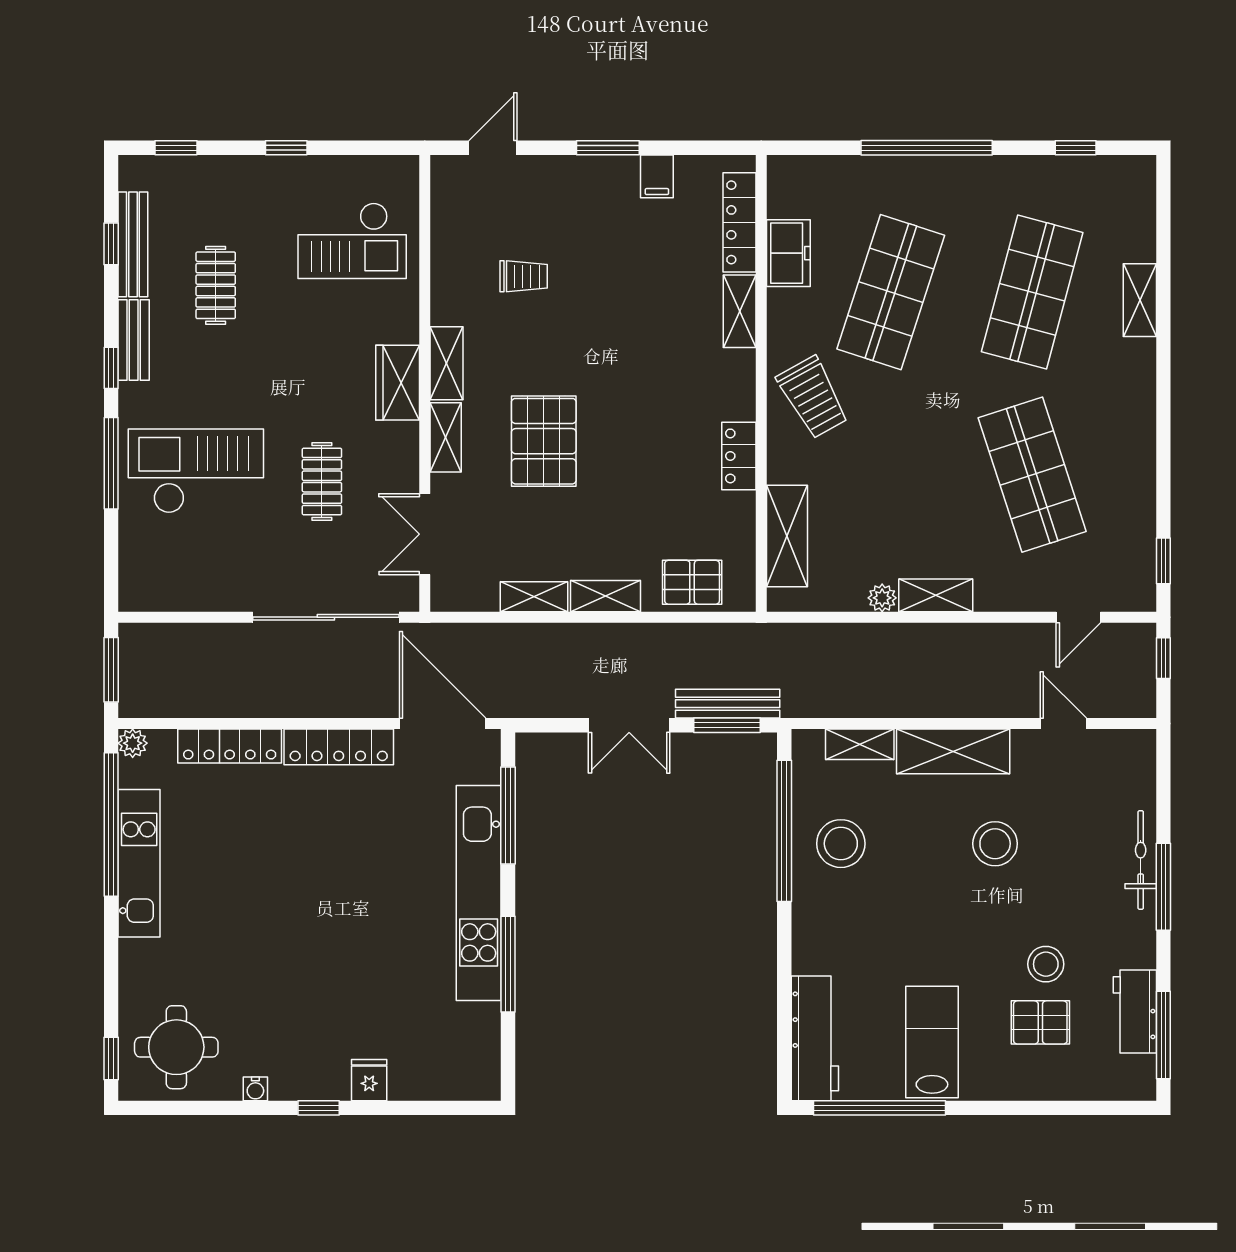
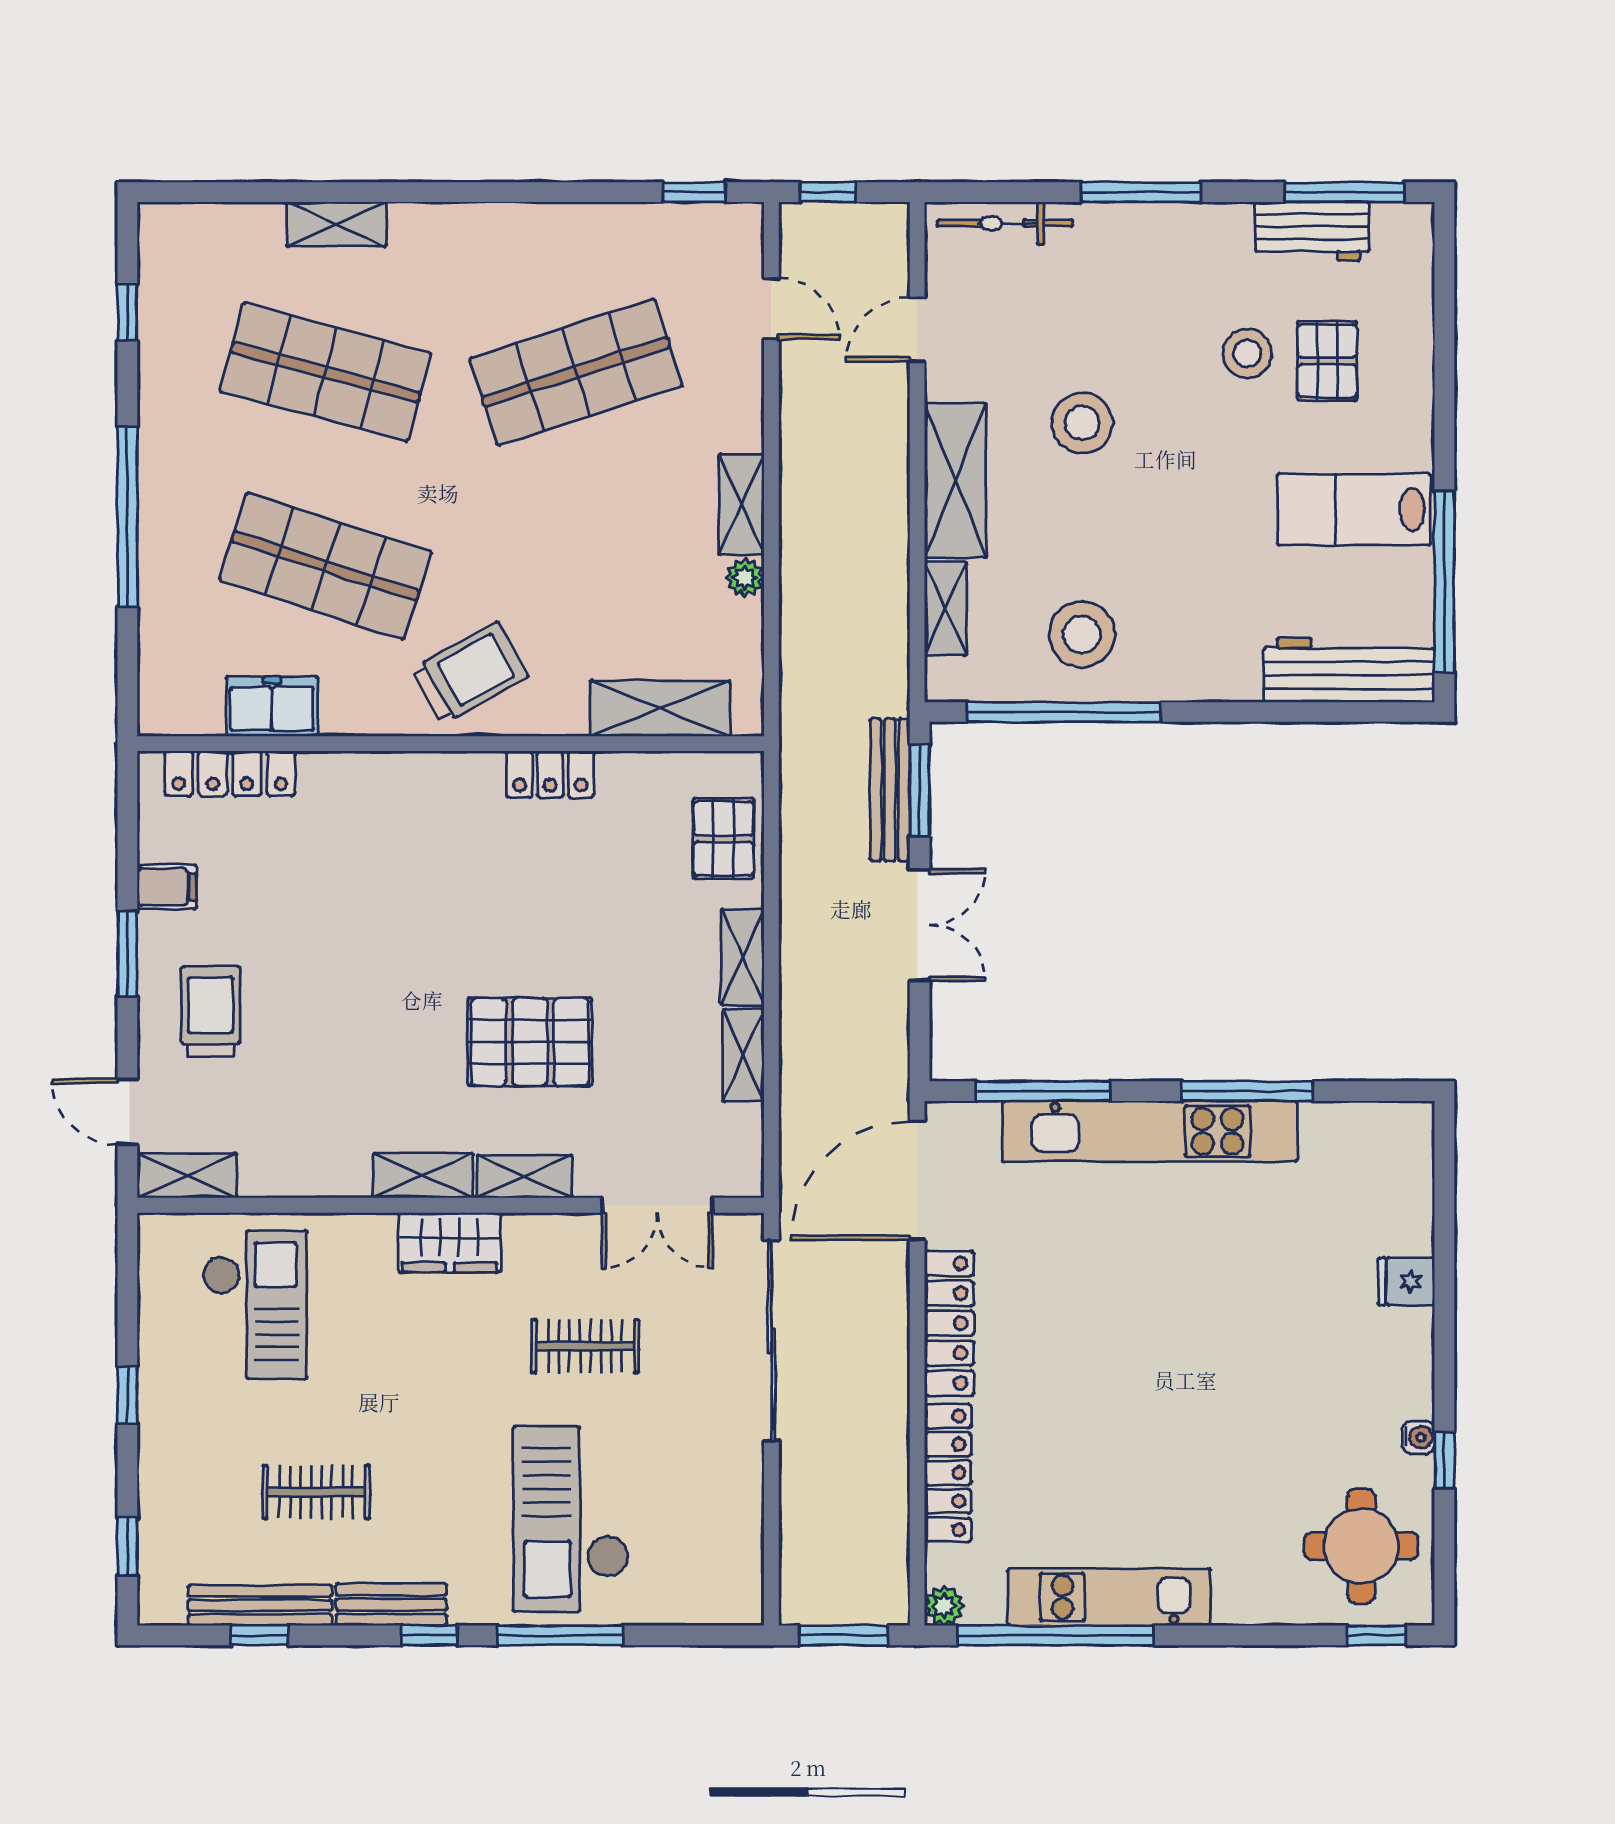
trolley: (524, 276) -> (211, 1012), moved, width x1.36, depth x1.39
shelving: (740, 311) -> (187, 1176), moved
bicycle: (1141, 860) -> (1005, 223), moved
window: (319, 1108) -> (1444, 1460), moved

